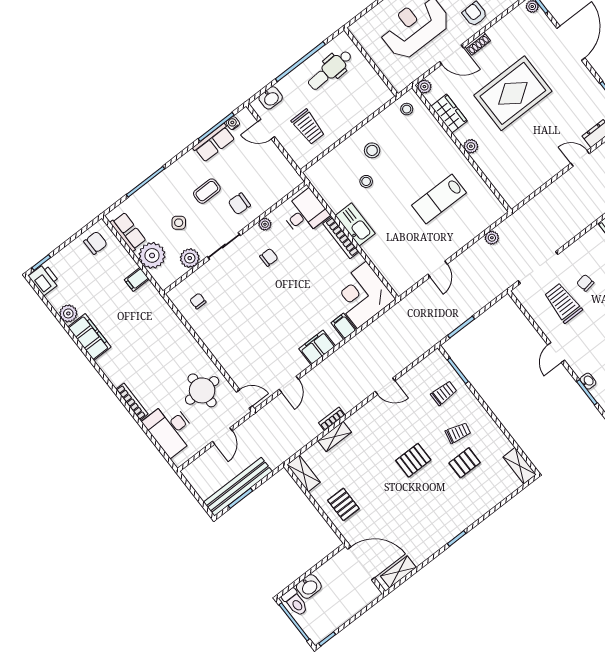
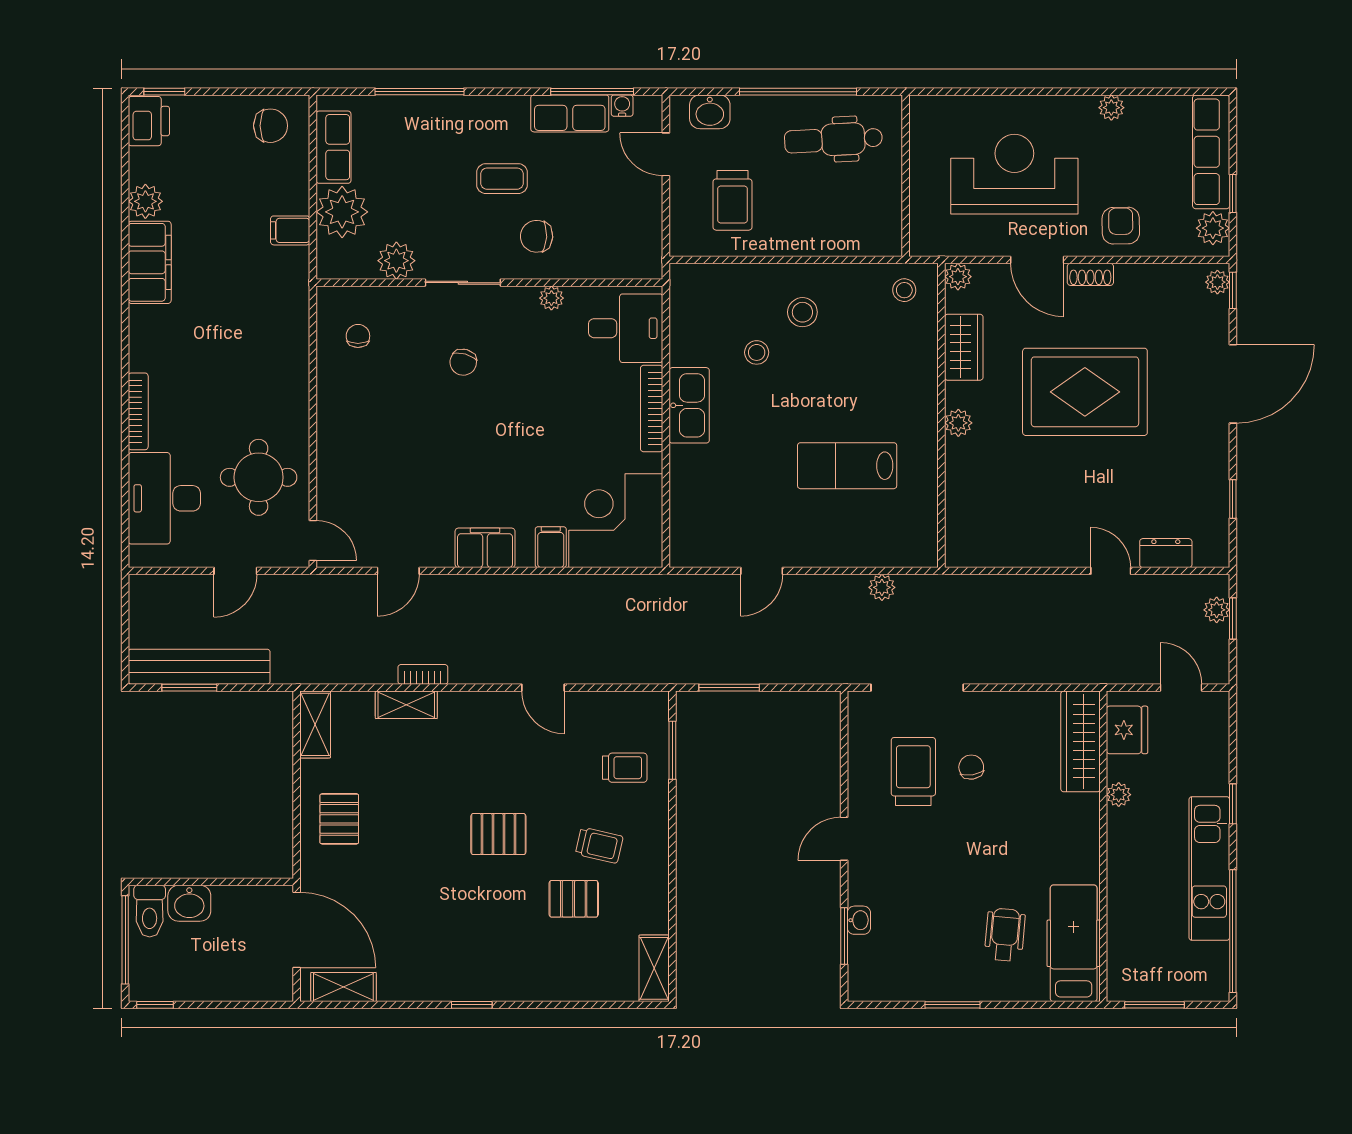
side table: (179, 223) -> (421, 194), removed
chair: (269, 257) -> (463, 362), moved, turned 106

